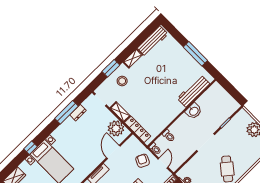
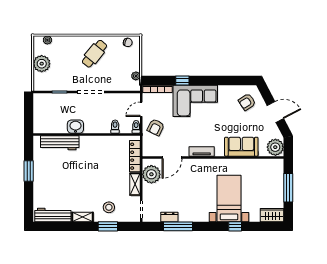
window: (195, 54) -> (29, 171), width x0.69

